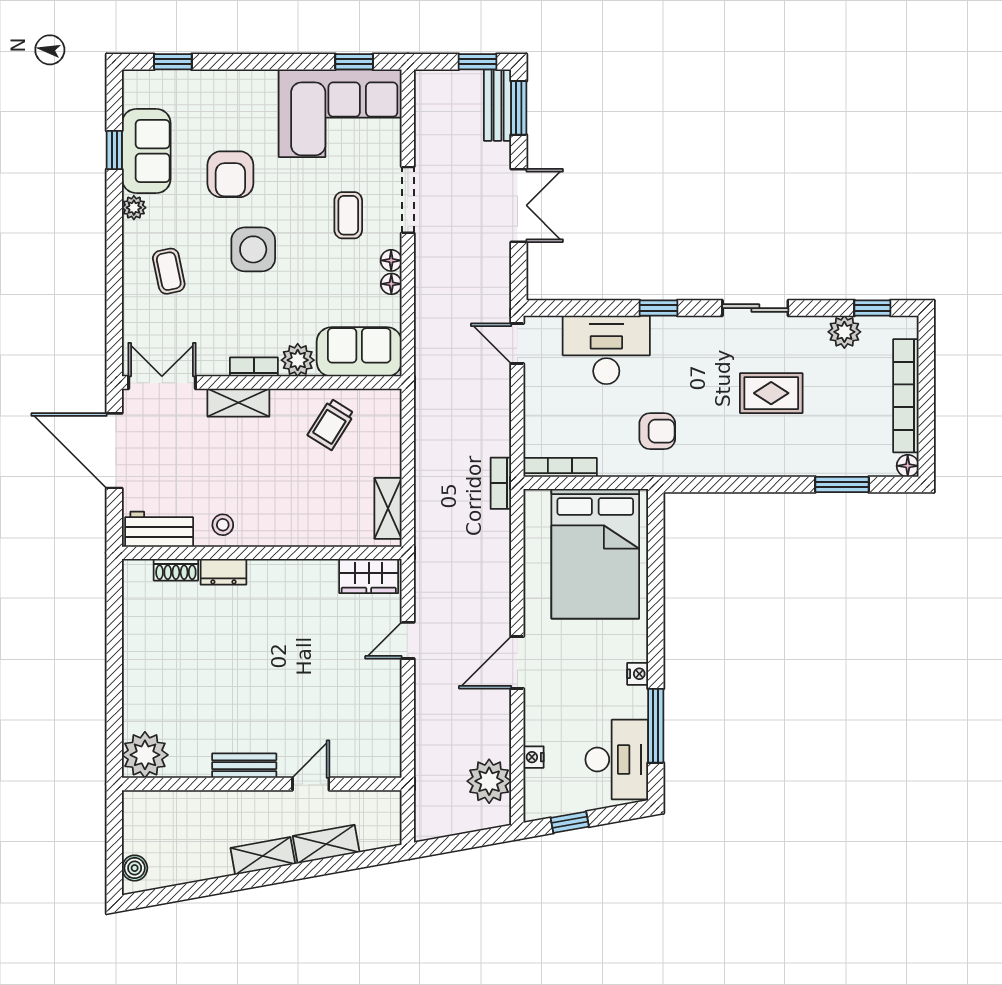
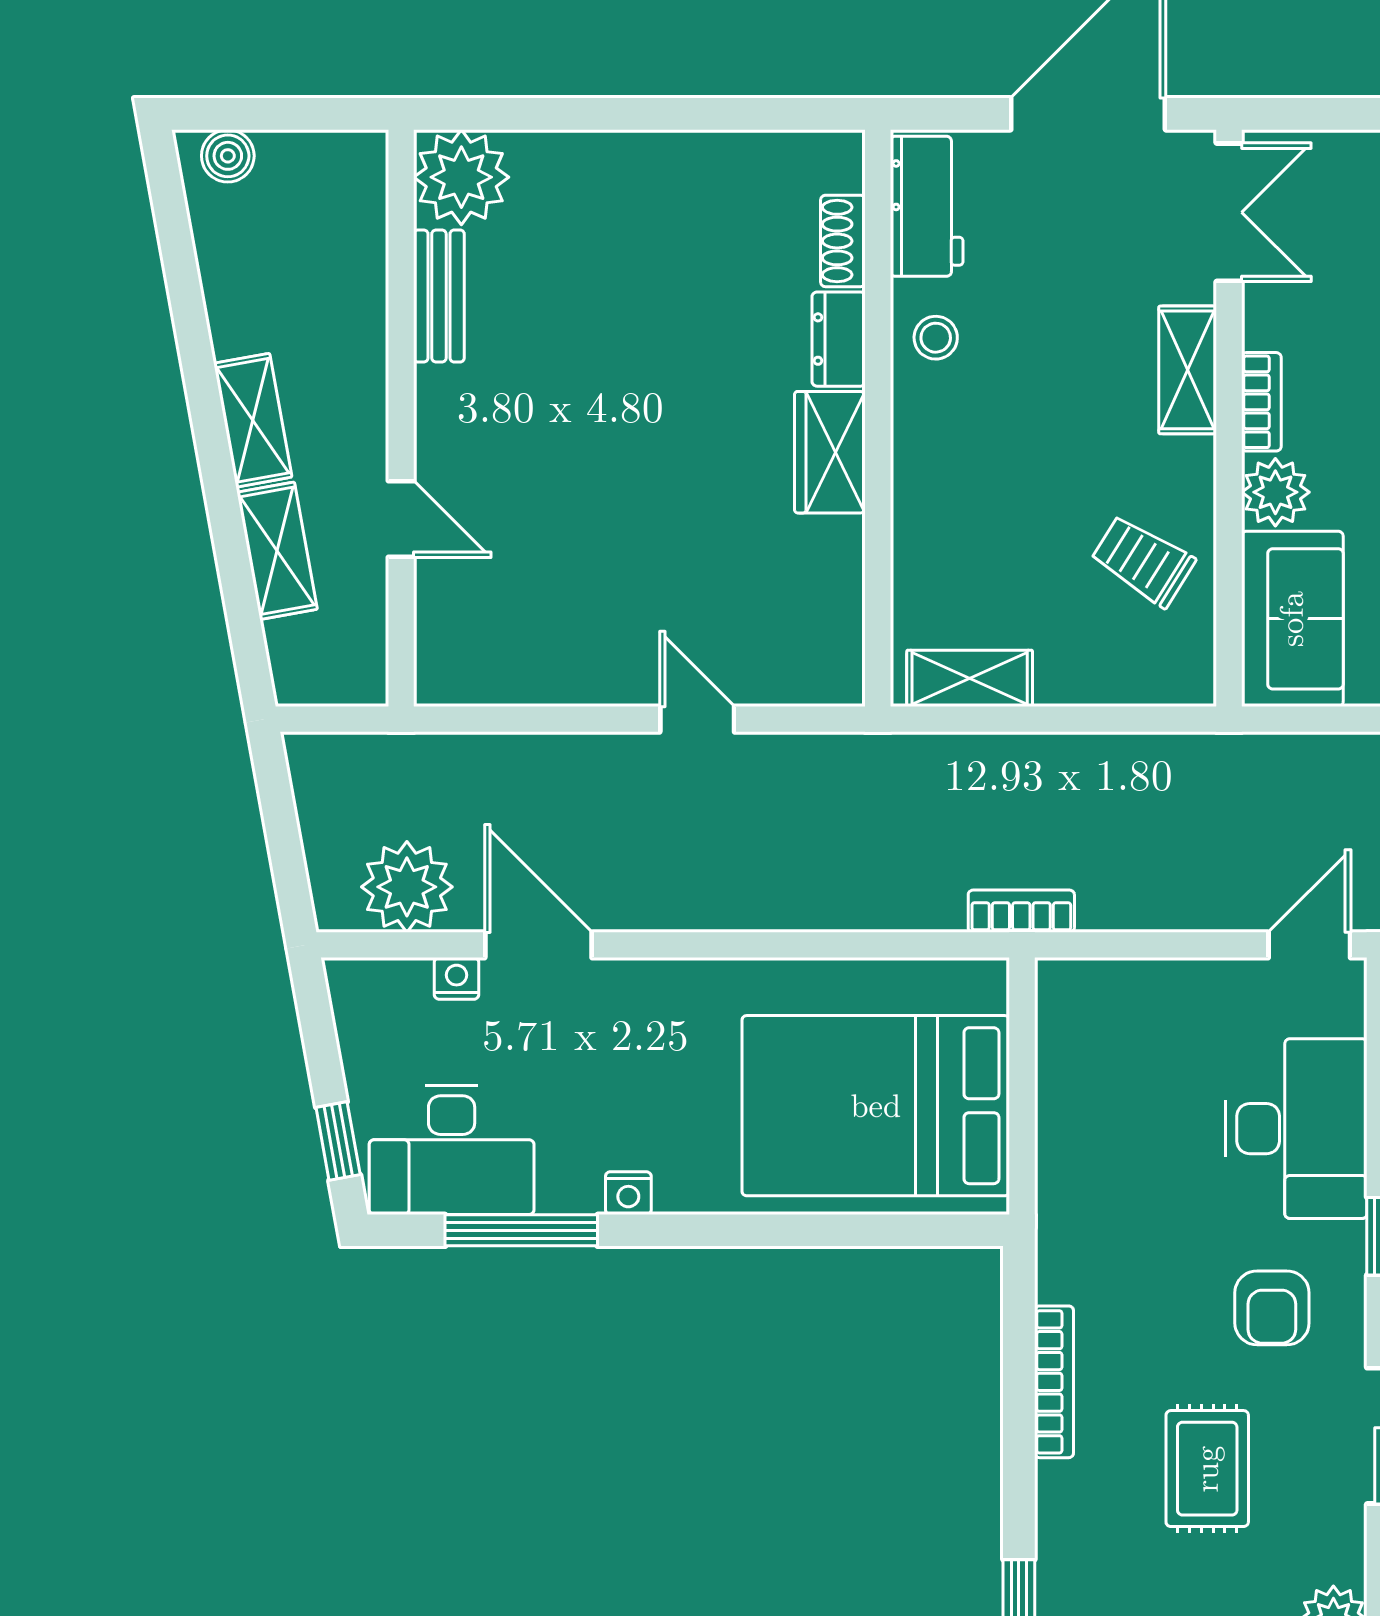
armchair: (657, 431) -> (1272, 1308), moved
bookcase: (560, 467) -> (1054, 1382), moved
wardrobe: (369, 576) -> (830, 452), moved
door: (517, 662) -> (538, 945), moved
bench: (244, 766) -> (439, 296), moved
window: (570, 822) -> (338, 1141), moved

